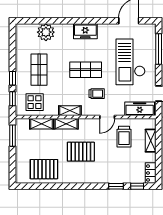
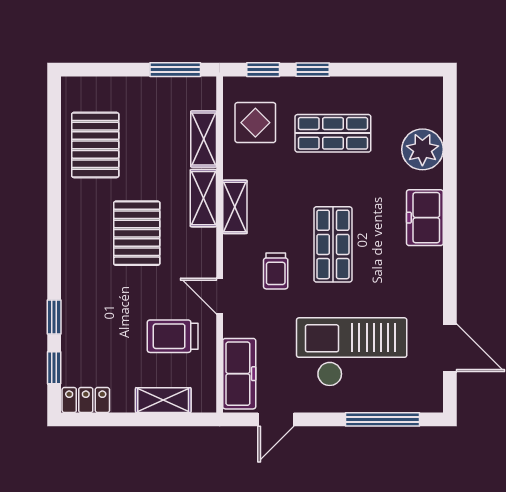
freezer: (85, 31) -> (425, 218), moved

